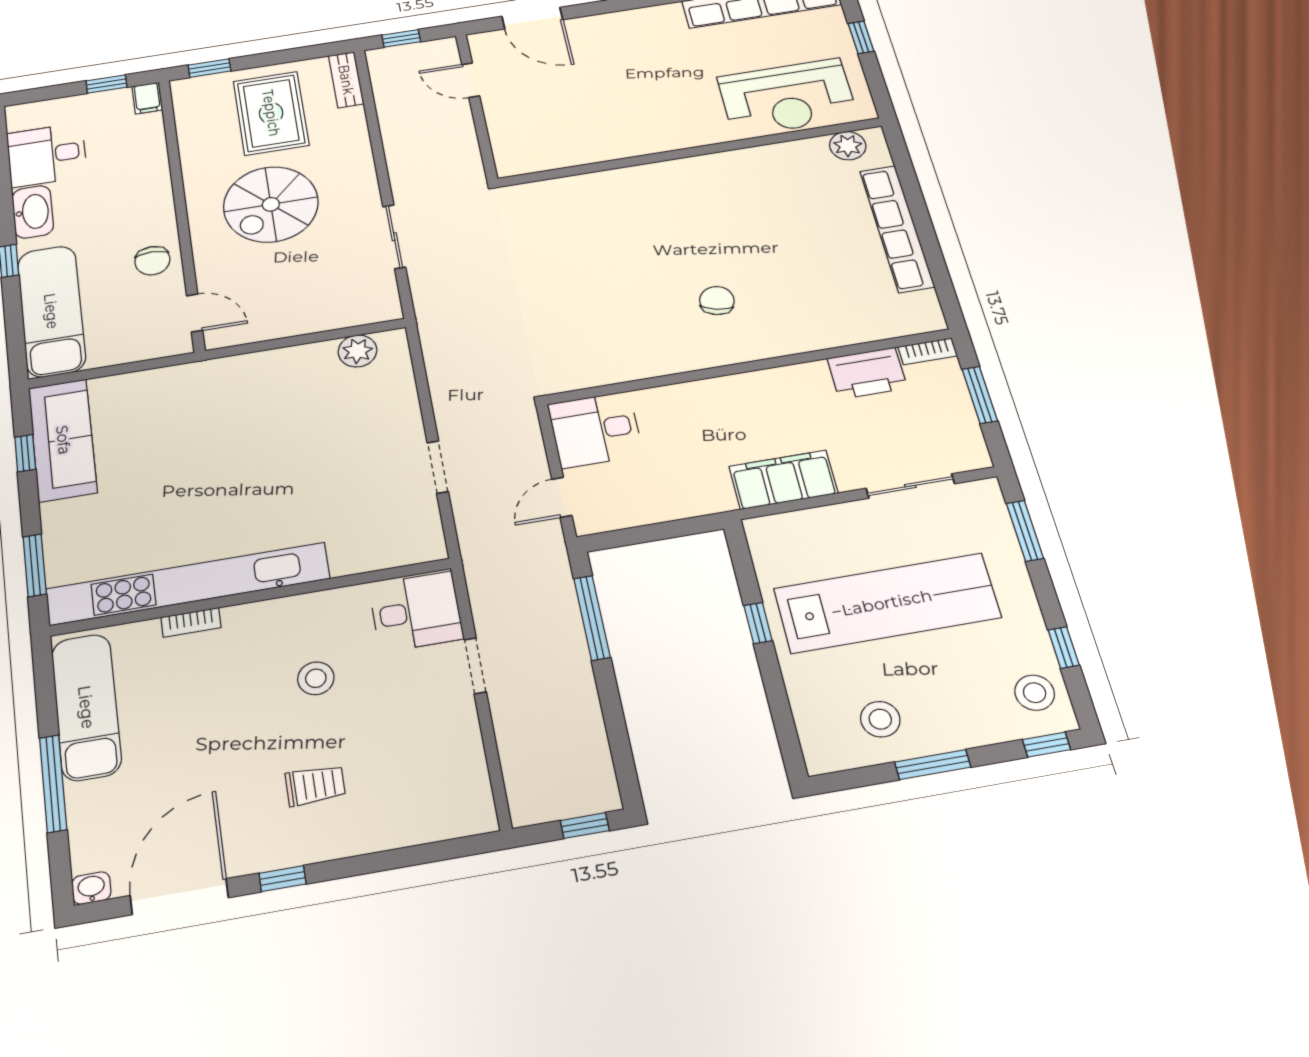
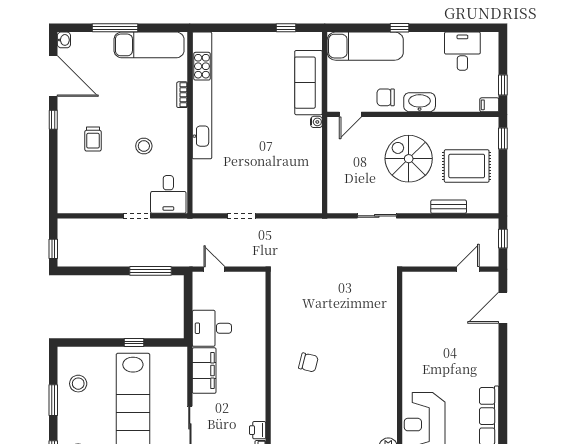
bench: (346, 80) -> (449, 207), moved
washbasin: (33, 212) -> (420, 102), moved, turned 180
plant: (357, 351) -> (313, 189), removed
water cooler: (218, 368) -> (316, 122), added
printer: (867, 373) -> (258, 430), width x0.53, depth x0.68
desk: (595, 430) -> (212, 328), moved, turned -90
sofa: (63, 440) -> (309, 83), moved, turned 90
window: (35, 565) -> (225, 28), removed

